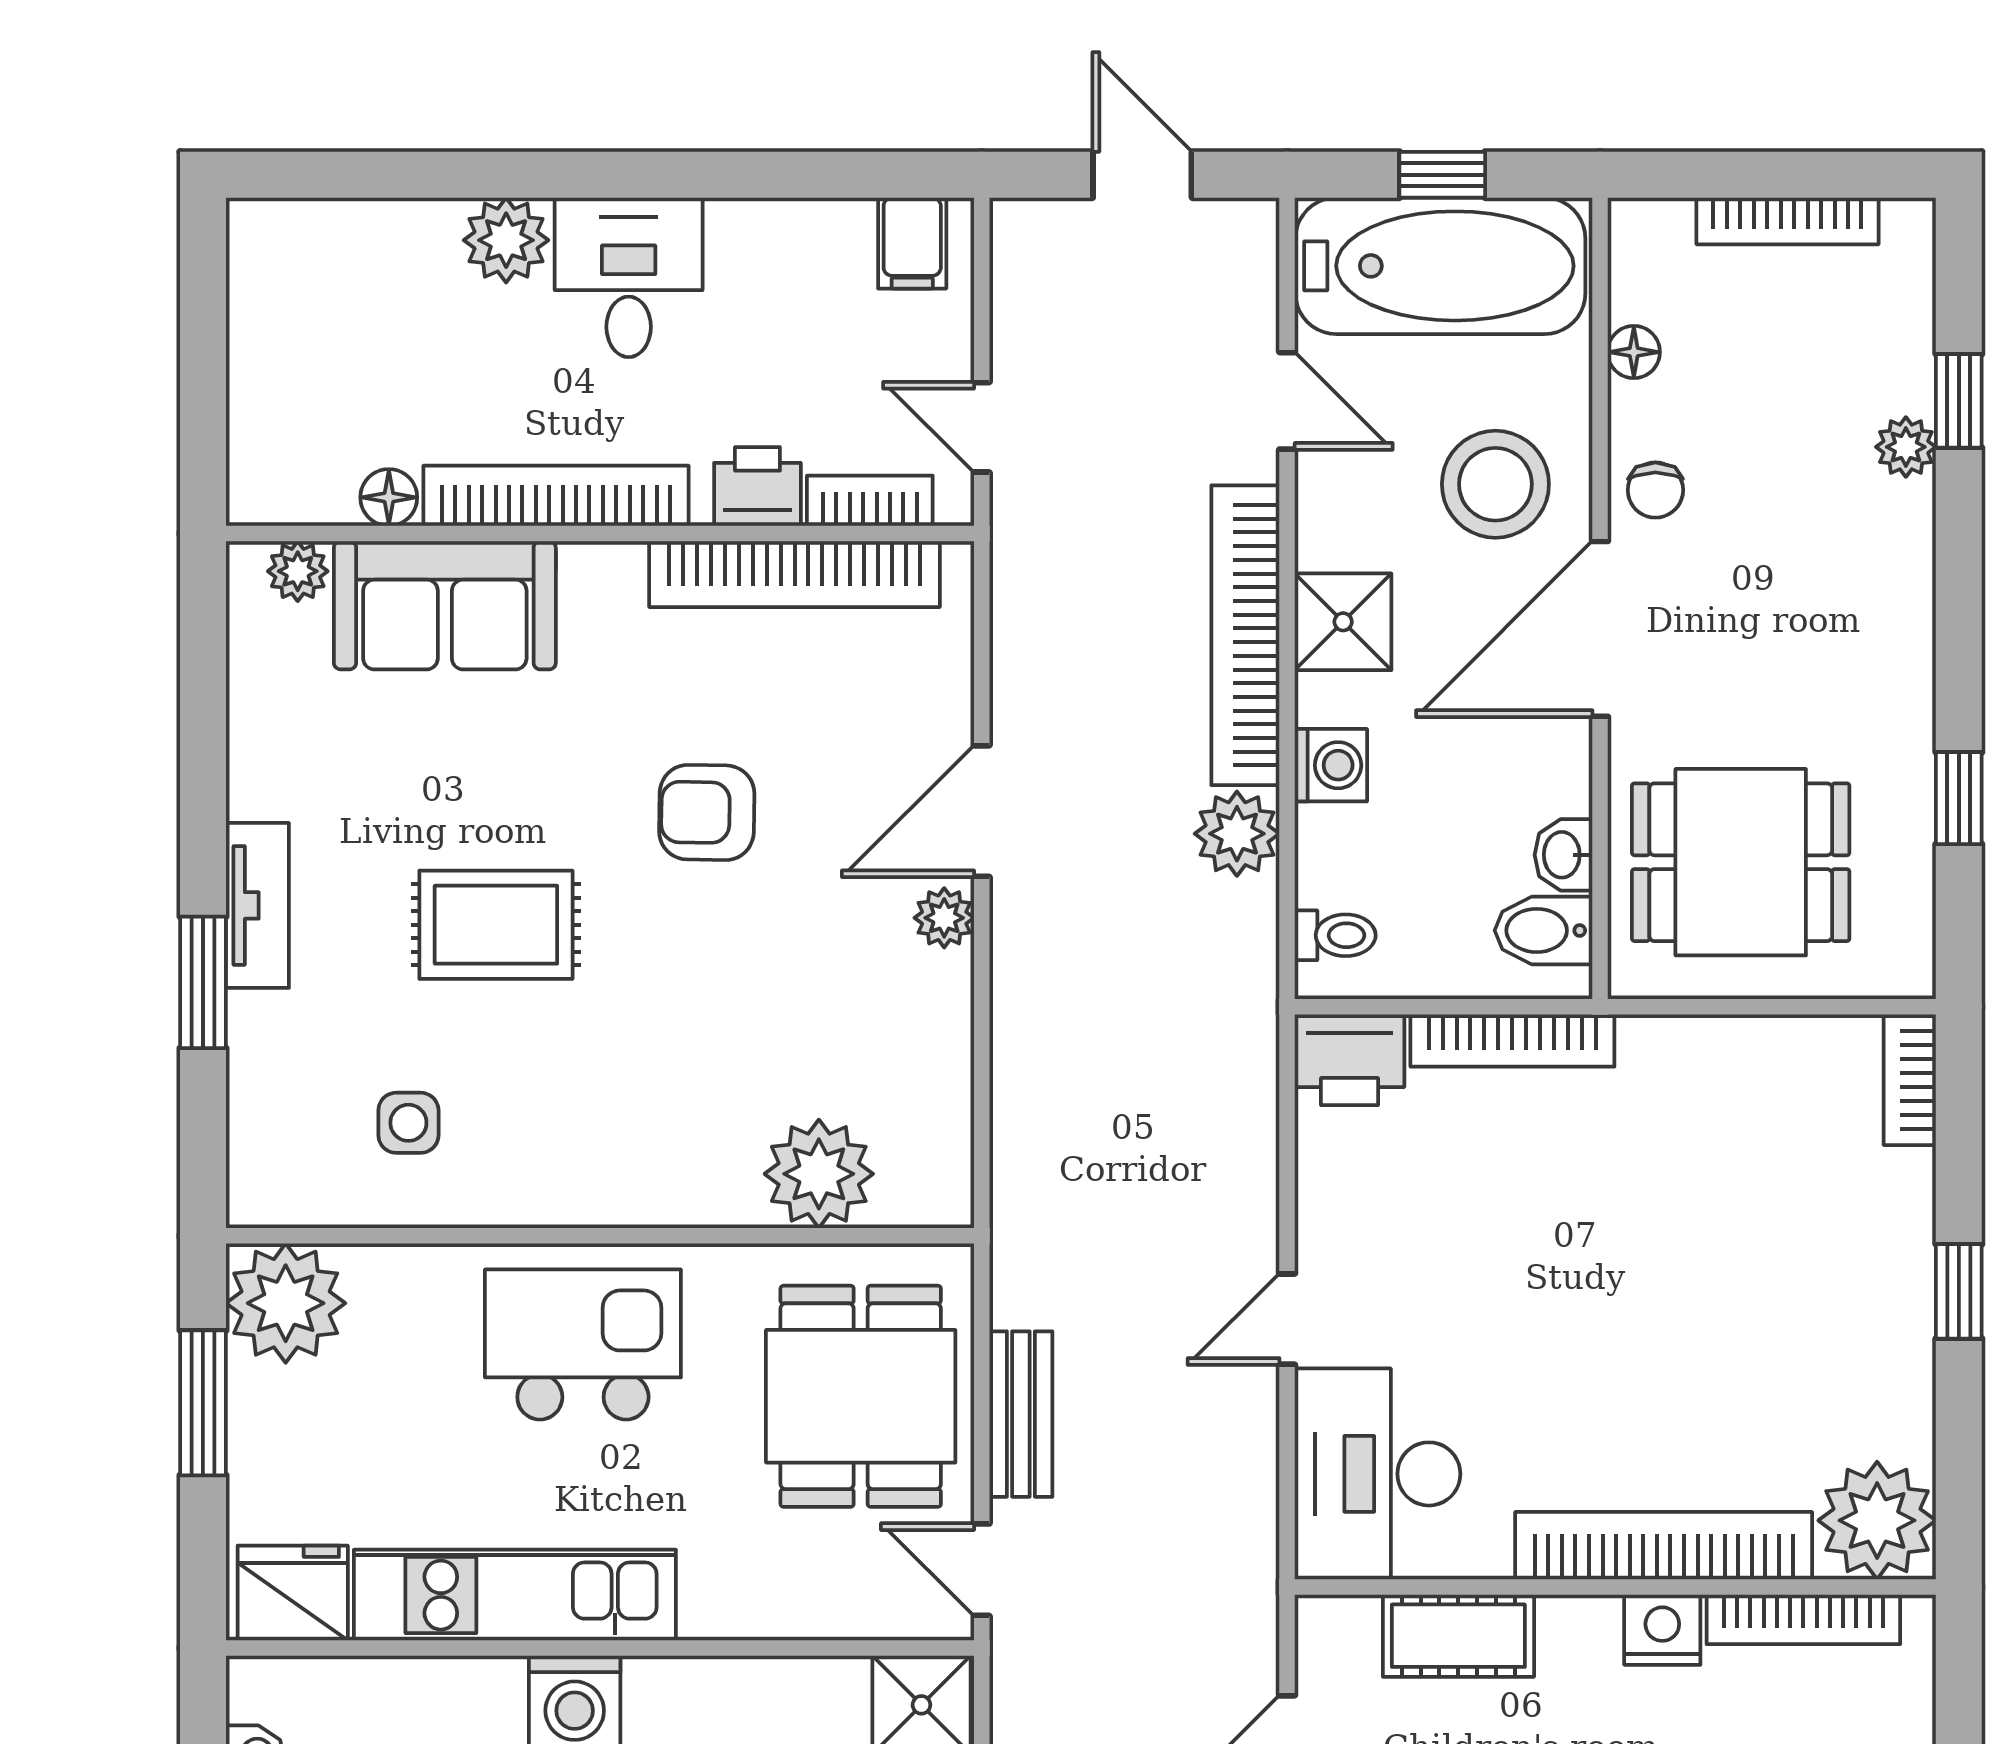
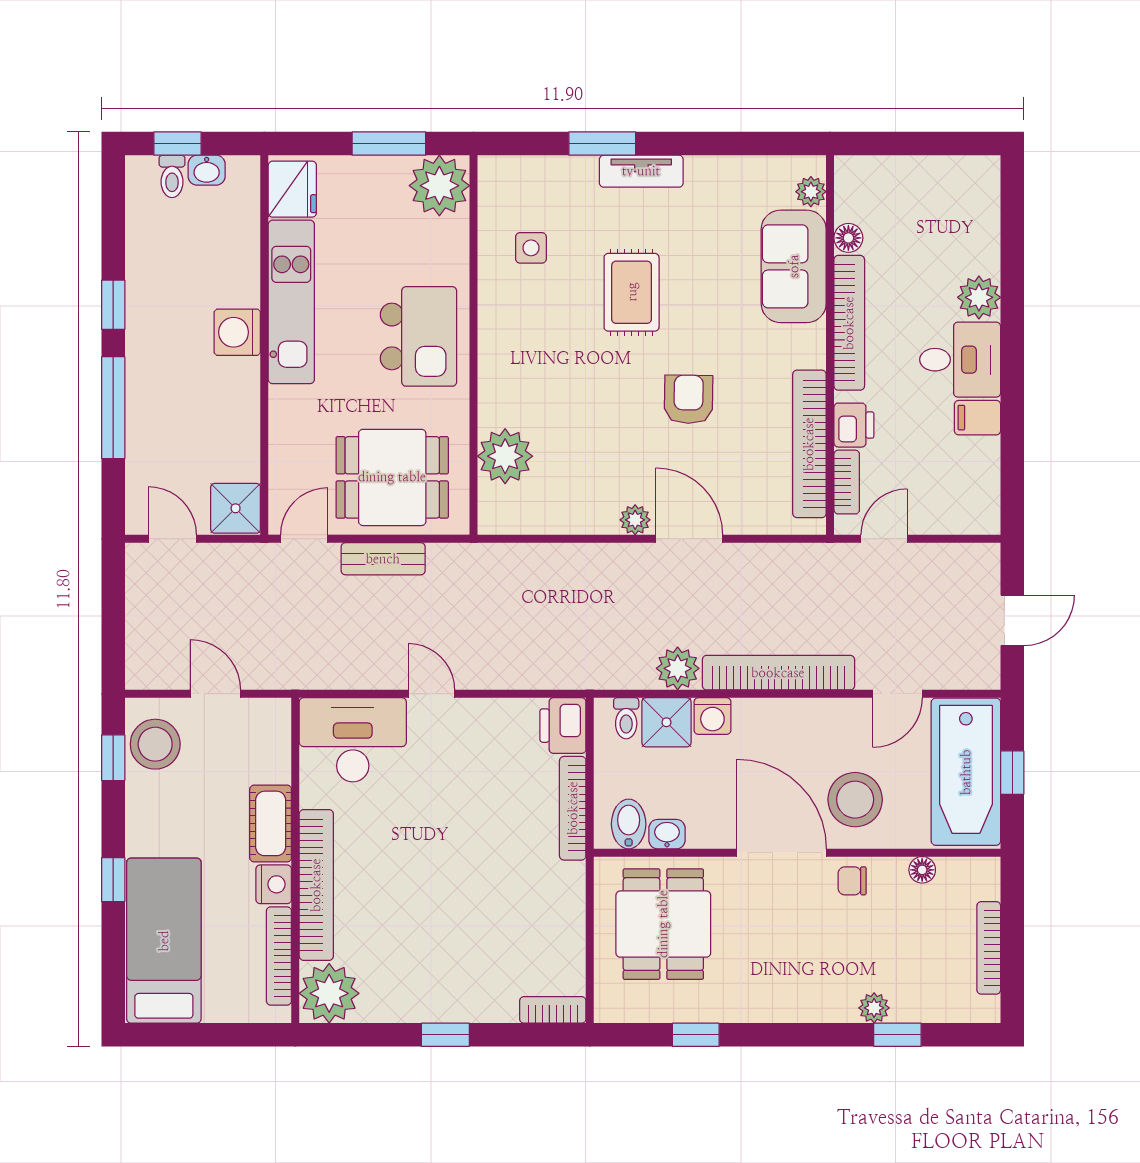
filing cabinet: (912, 243) -> (977, 418), moved
shower: (1343, 622) -> (666, 722), moved
cot: (1458, 1636) -> (271, 823), moved

